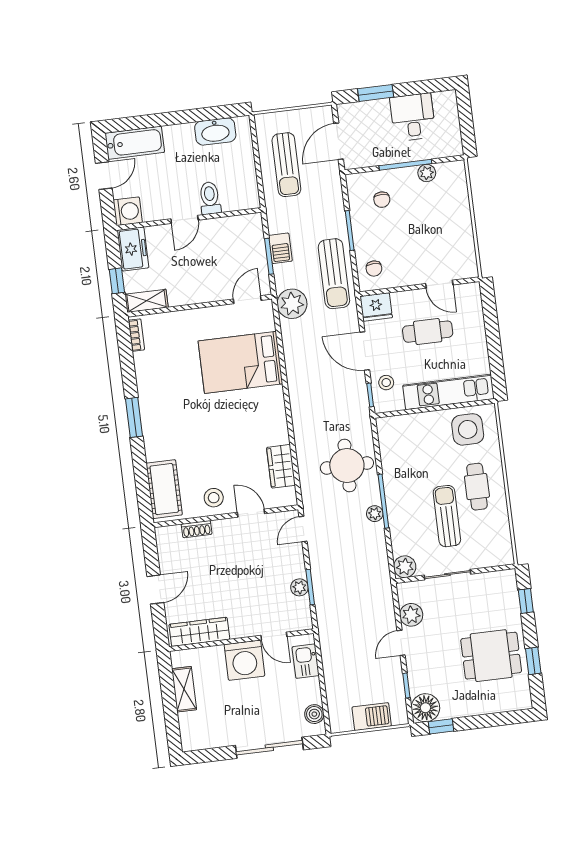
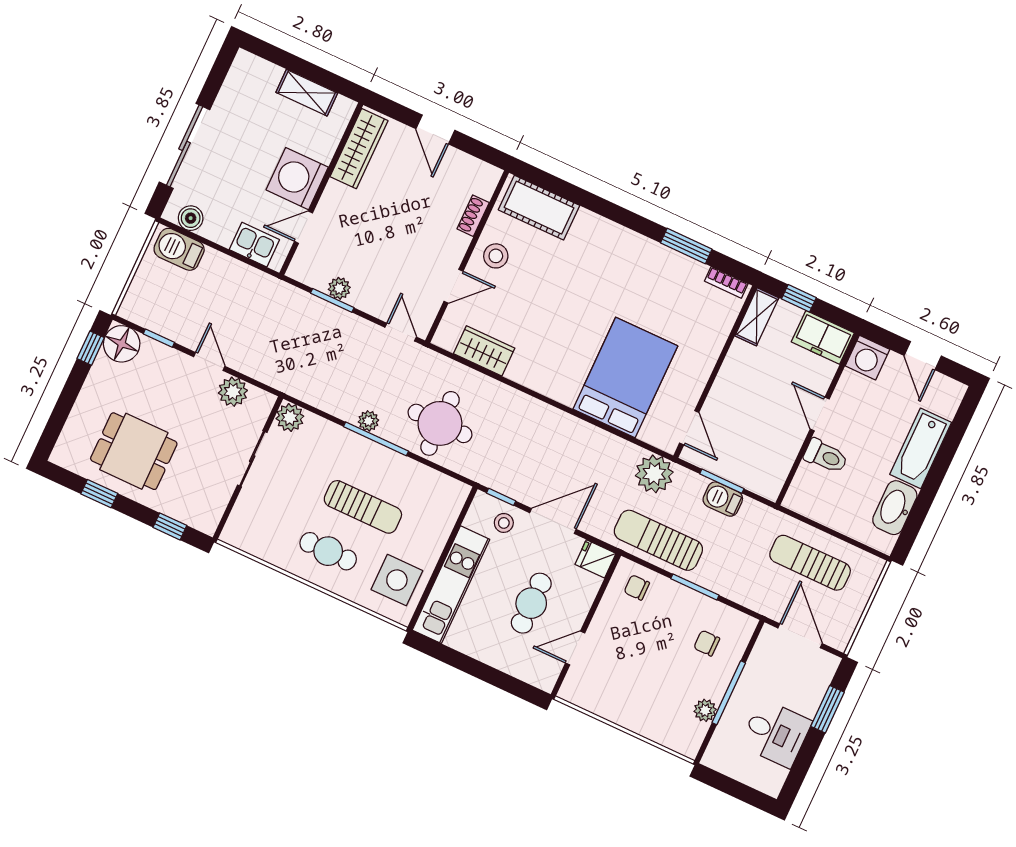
bathtub: (135, 143) -> (921, 448), moved
fridge: (376, 307) -> (595, 559), width x0.72
window: (134, 417) -> (686, 246), moved
sun lounger: (447, 516) -> (363, 507), moved
dining table: (491, 656) -> (134, 451), turned 90
barbecue: (372, 717) -> (179, 249), moved, turned 90

